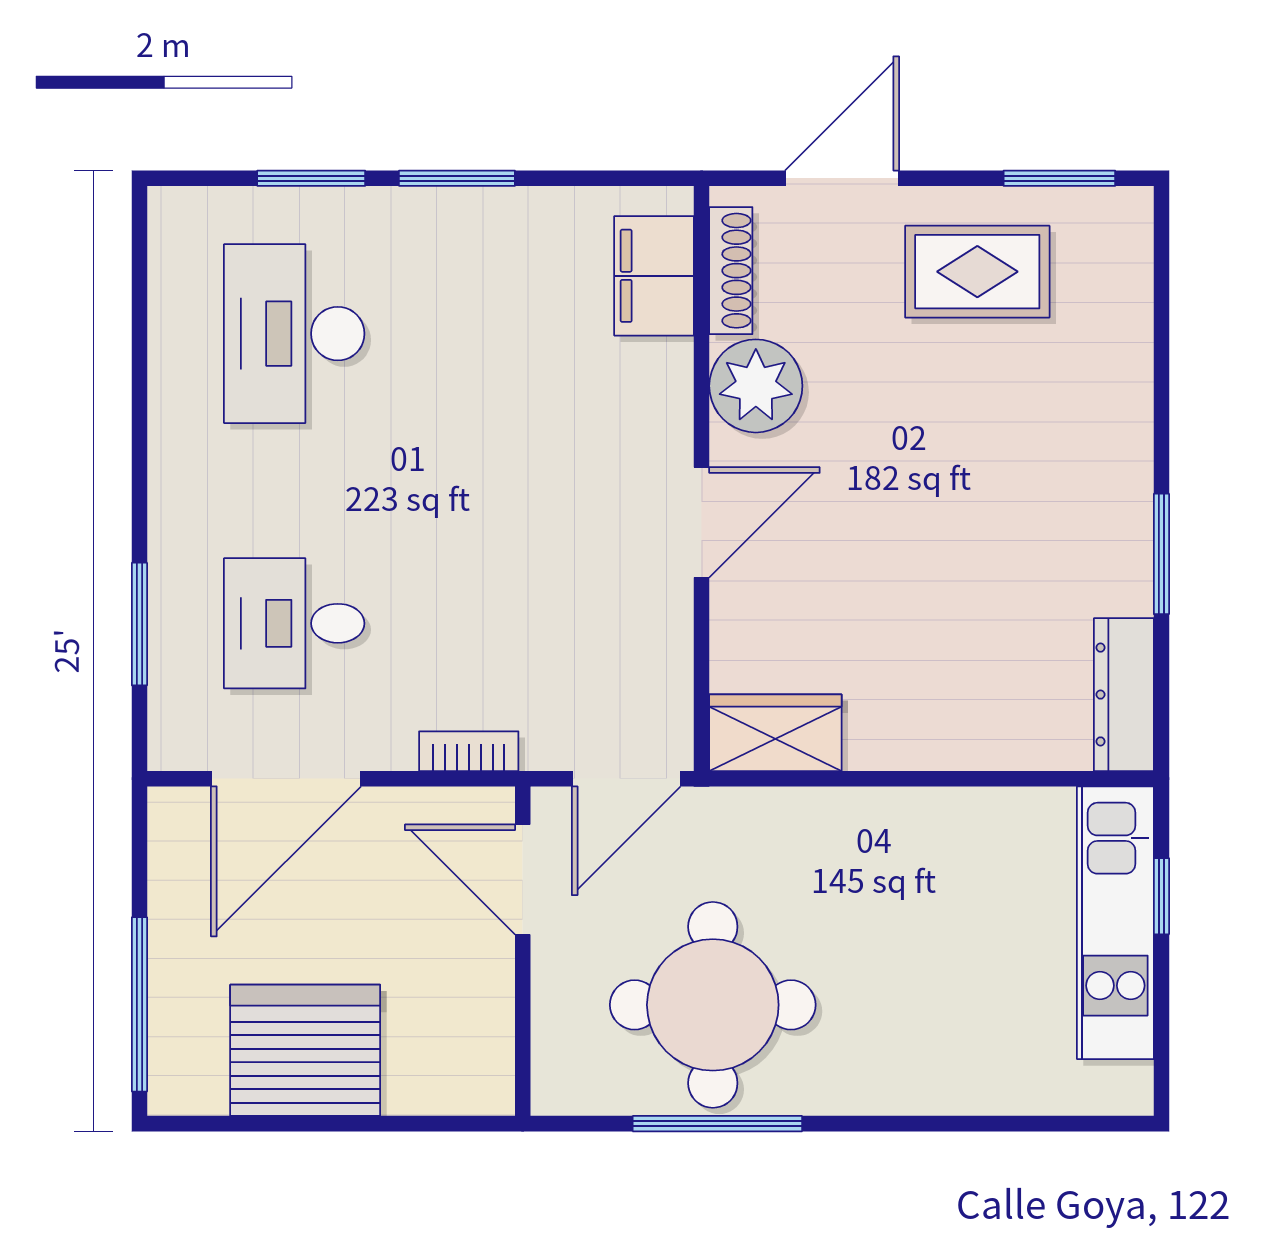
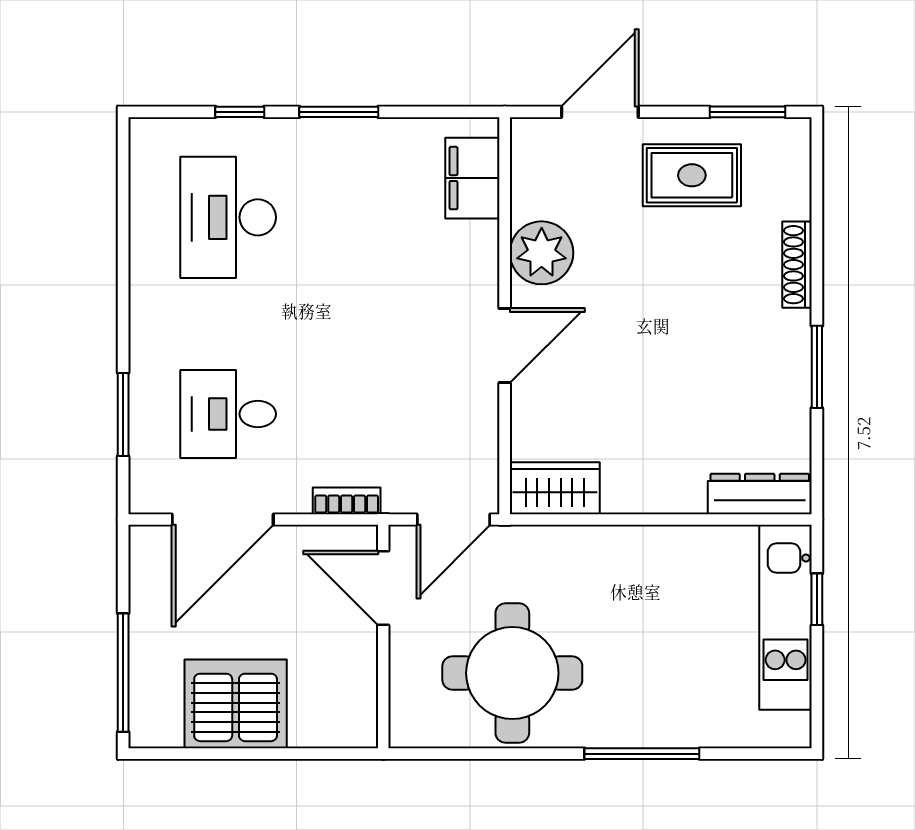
window: (311, 178) -> (240, 112), width x0.67
shoe rack: (731, 271) -> (797, 265), moved, turned 180
dresser: (1124, 695) -> (760, 494), moved, turned 90
window: (717, 1124) -> (642, 754), moved

